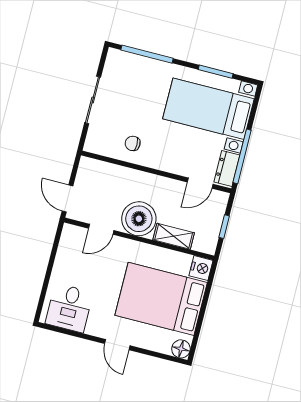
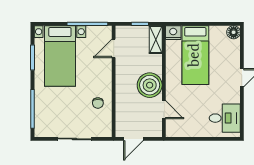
dresser: (227, 169) -> (99, 32), removed
door: (200, 183) -> (114, 48), swing flipped
door: (68, 198) -> (133, 139), moved
shelving: (174, 236) -> (156, 40), moved
bed: (161, 299) -> (195, 55), width x0.67

